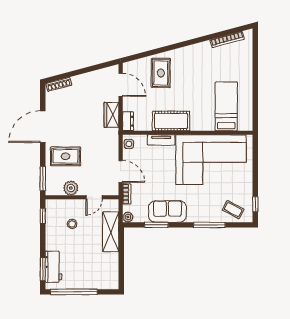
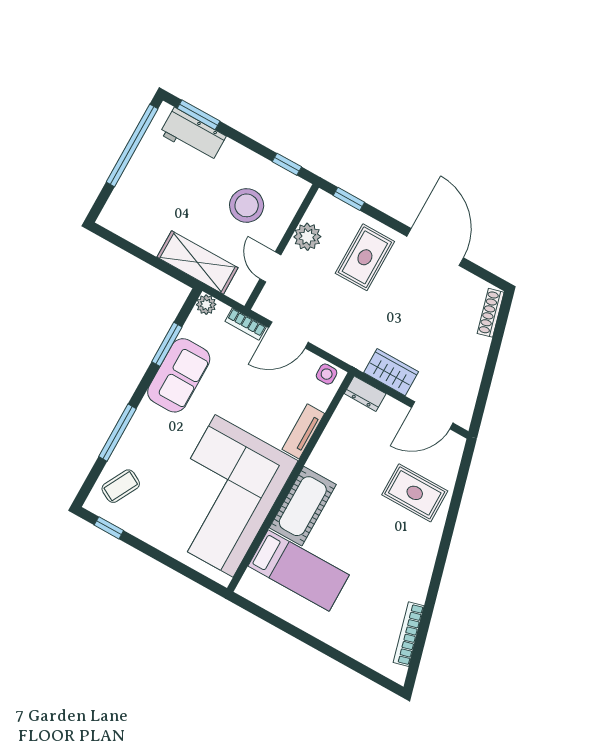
cot: (171, 121) -> (303, 506), moved
window: (43, 179) -> (349, 199), width x0.67
stool: (72, 224) -> (247, 205), width x1.89, depth x1.89

